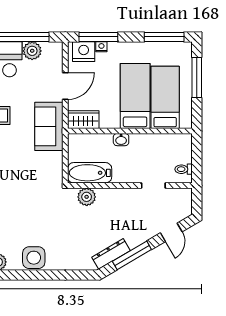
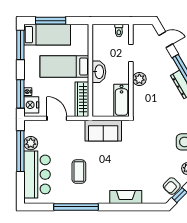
bed: (165, 97) -> (47, 35), moved, turned 180
wardrobe: (83, 120) -> (82, 99), width x1.50
sofa: (49, 126) -> (103, 131), moved
washbasin: (121, 140) -> (99, 72), width x1.91, depth x1.45
plant: (87, 197) -> (139, 79), moved

